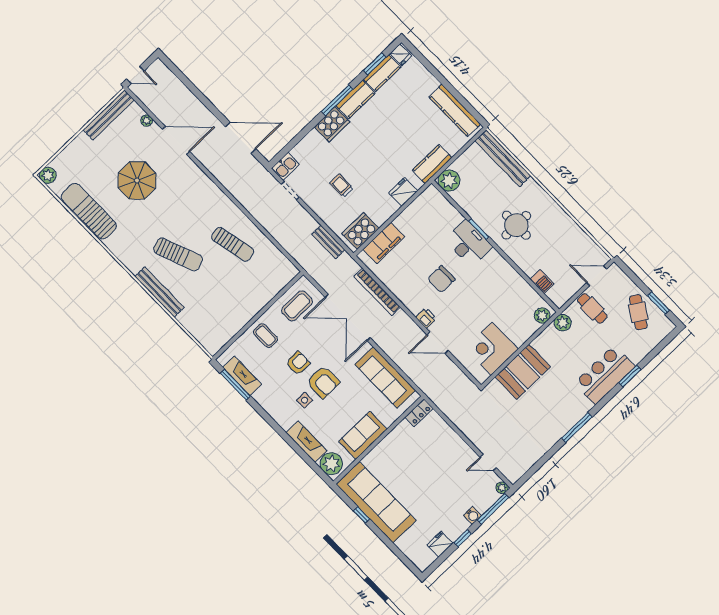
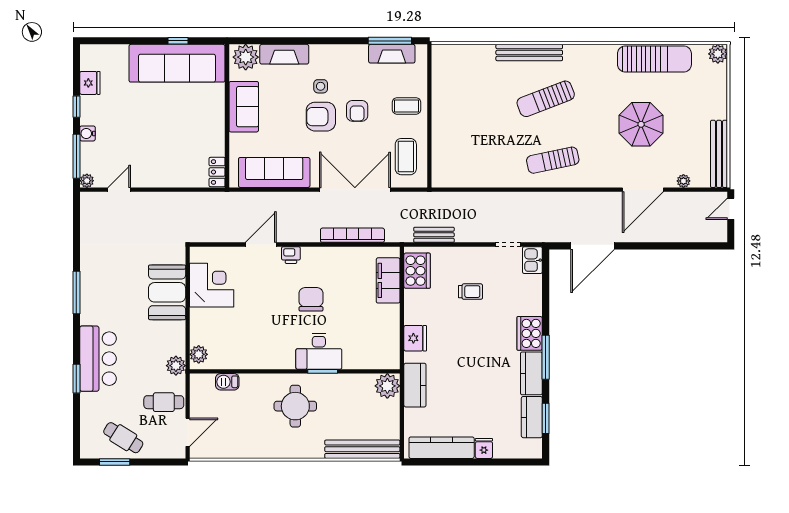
fridge: (401, 55) -> (484, 448), moved, turned 90
sun lounger: (233, 244) -> (553, 160), moved

